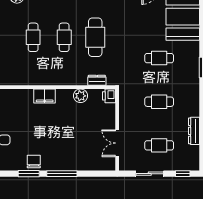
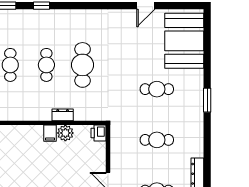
dresser: (97, 80) -> (63, 115), moved
filing cabinet: (45, 96) -> (50, 133), moved, width x0.50

